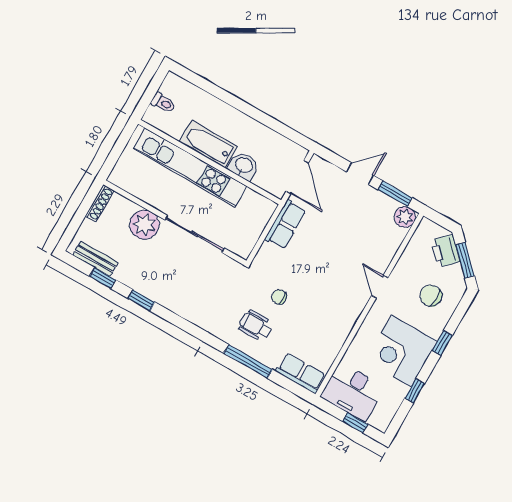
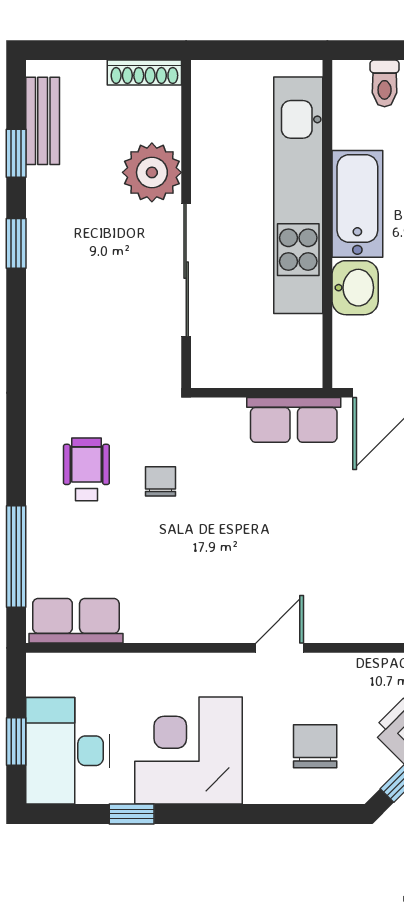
window: (442, 343) -> (243, 814), removed
window: (248, 361) -> (16, 557), moved
row of seats: (301, 373) -> (76, 621), moved, turned -90
desk: (353, 392) -> (68, 751), moved

